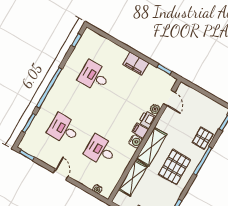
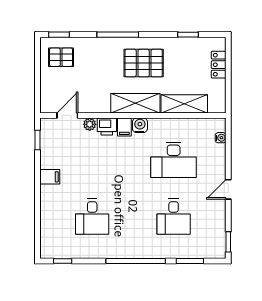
filing cabinet: (136, 64) -> (50, 177), width x0.50
pallet: (203, 138) -> (61, 57), moved
desk: (101, 150) -> (174, 160), width x1.37

